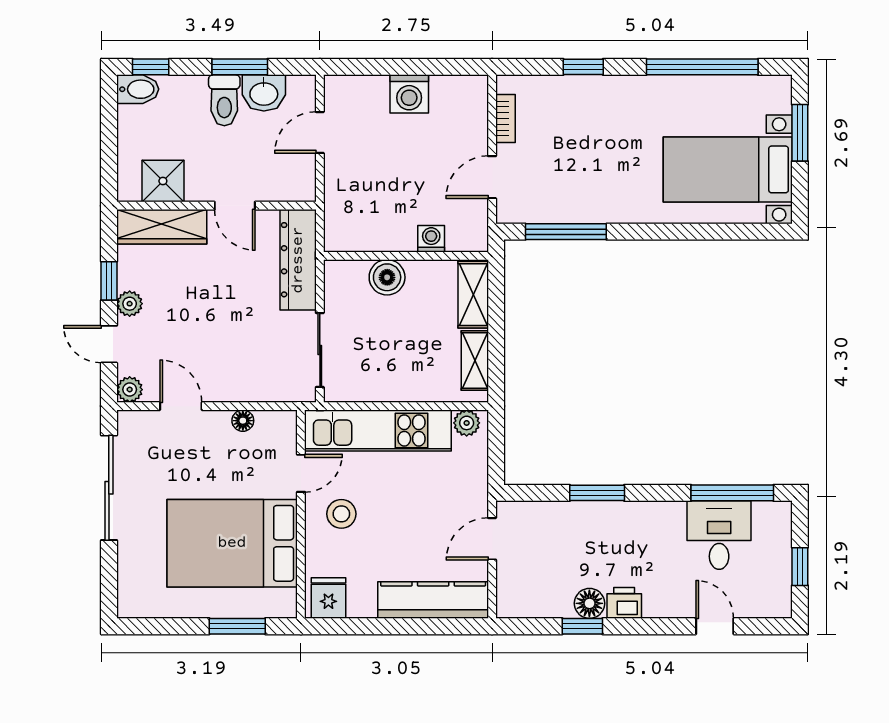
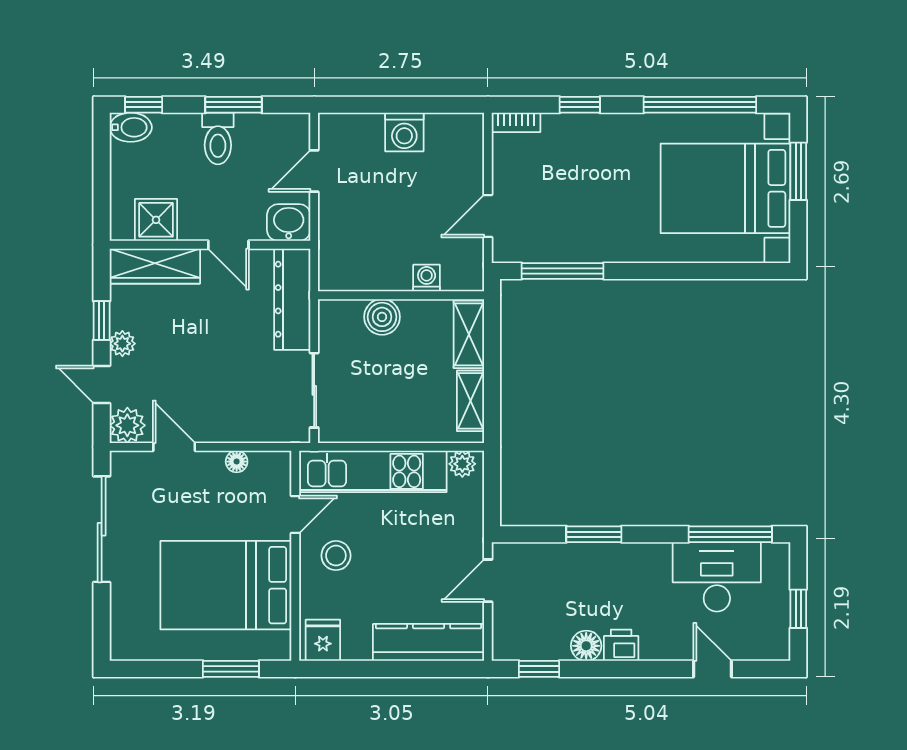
washbasin: (264, 93) -> (289, 223), moved, turned 180
bookcase: (505, 119) -> (516, 122), moved, turned 90
bed with nightstands: (728, 169) -> (726, 188), width x1.36
plant: (130, 390) -> (127, 425), width x1.38, depth x1.38
desk: (719, 535) -> (717, 577), width x1.37
window: (582, 626) -> (539, 669), moved

